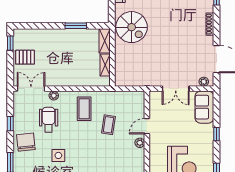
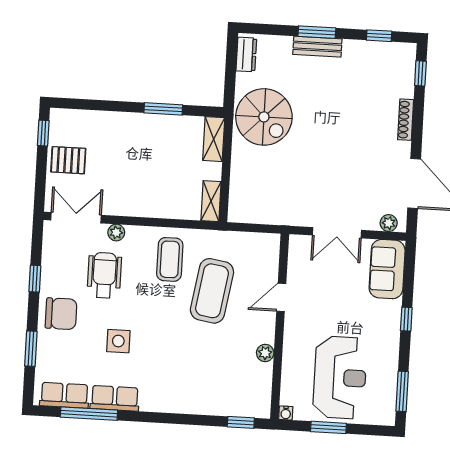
shelving: (105, 65) -> (211, 201), moved
coffee table: (108, 125) -> (212, 291), width x1.86, depth x1.72
chair: (26, 142) -> (61, 314), turned 96
plant: (140, 143) -> (265, 353), moved

